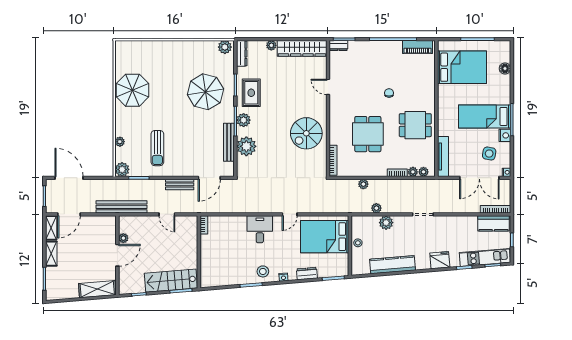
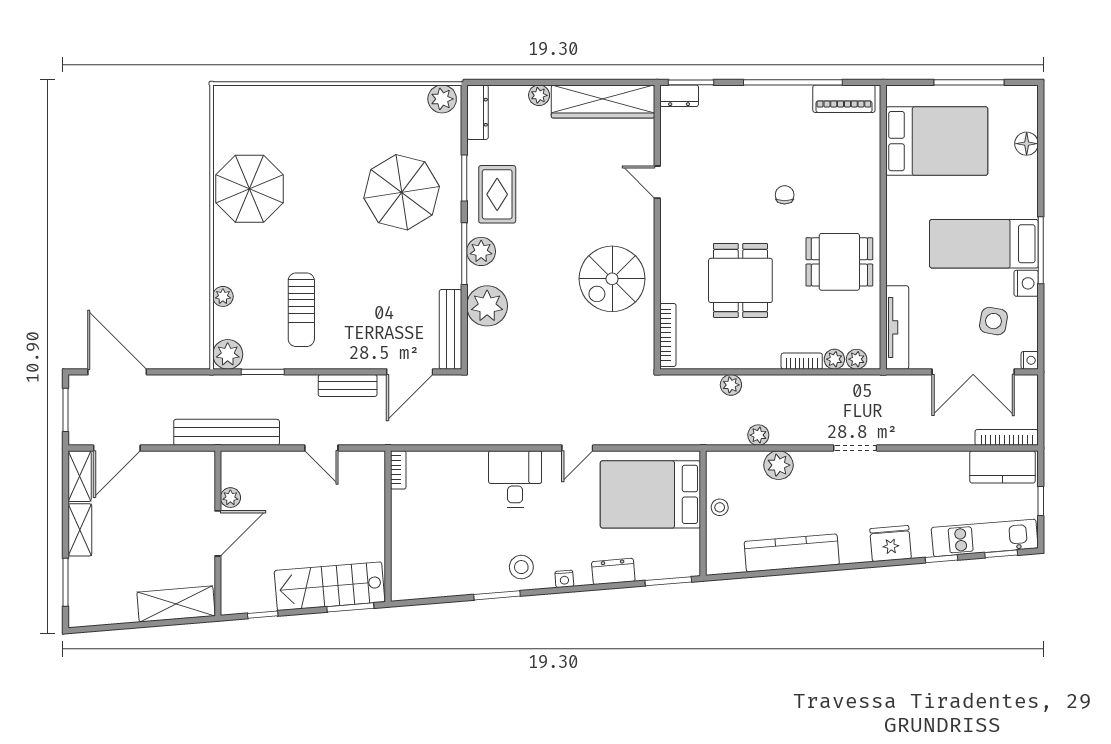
bench: (229, 142) -> (451, 329), moved

